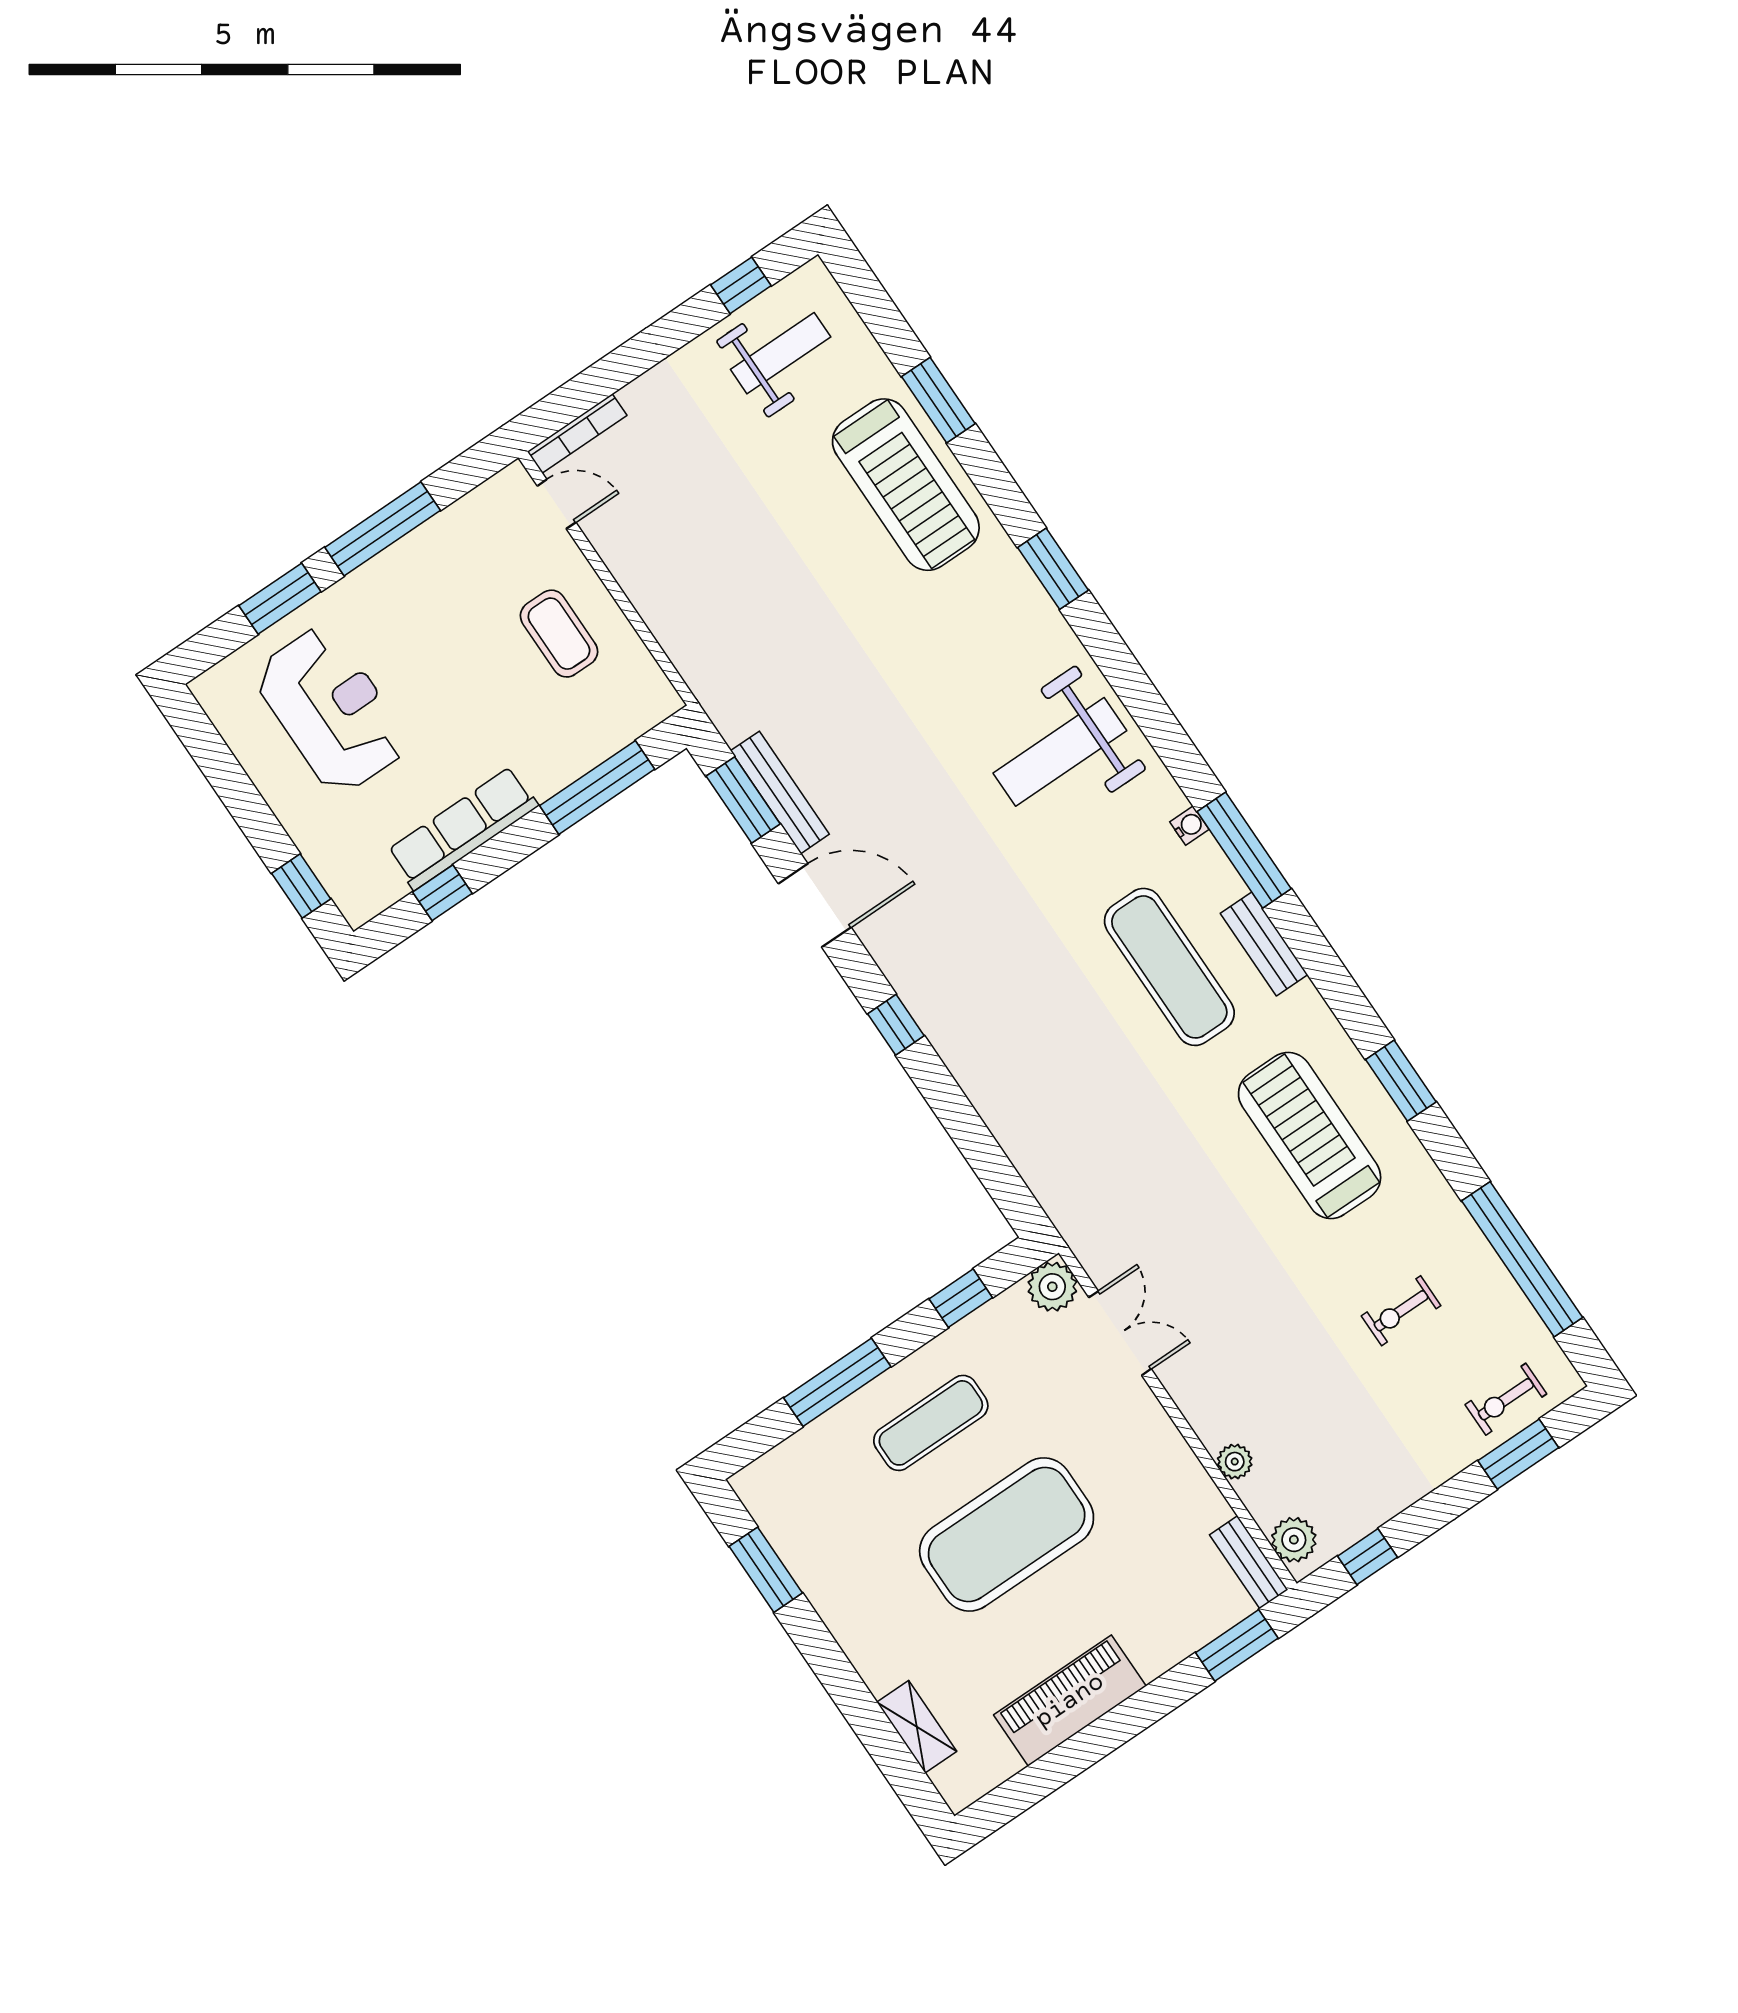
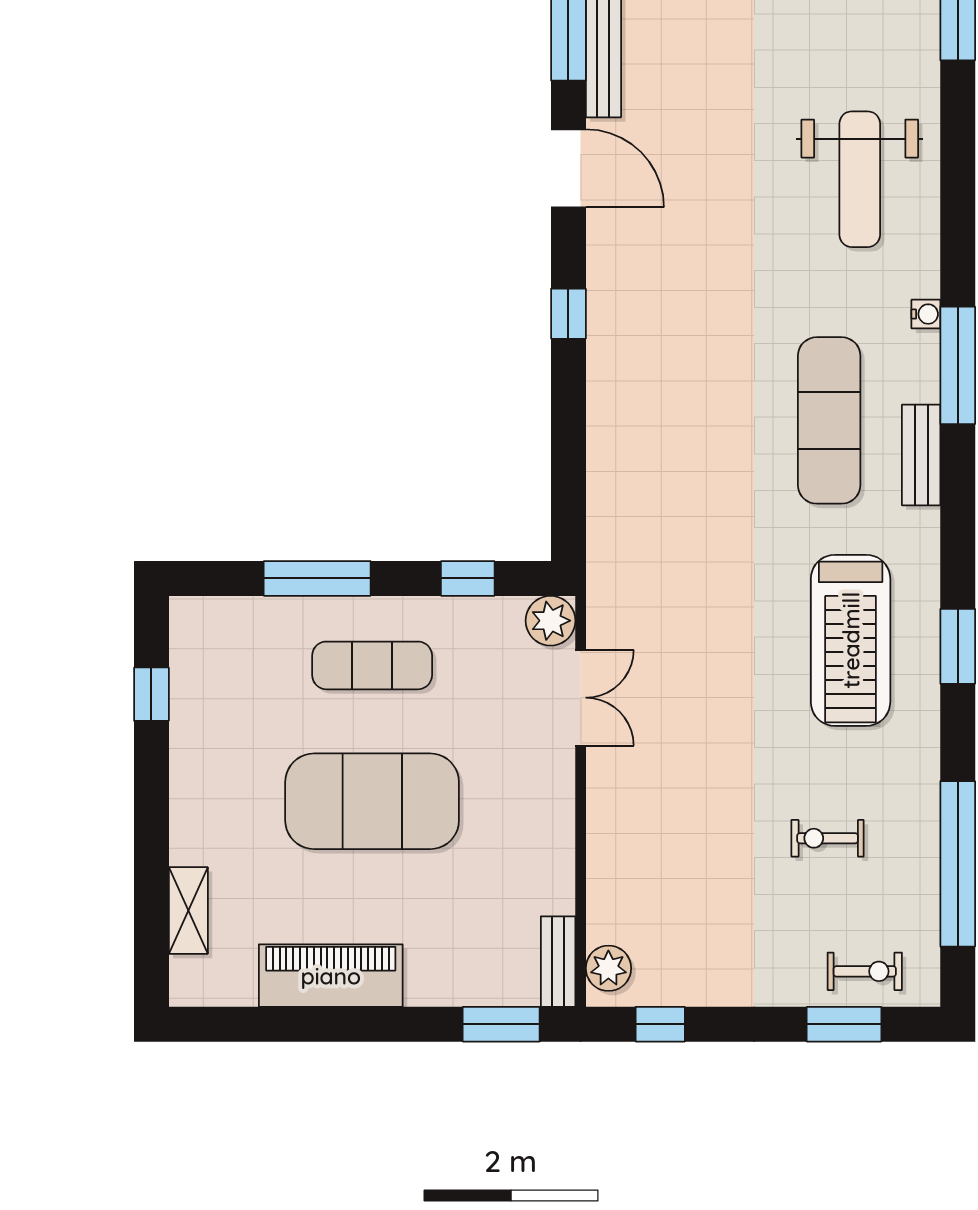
weight bench: (1060, 752) -> (860, 179), turned -90
treadmill: (1310, 1135) -> (851, 640), turned 180
exercise bike: (1506, 1399) -> (865, 971), turned 180
plant: (1235, 1462) -> (603, 870), removed
window: (766, 1570) -> (151, 694), width x0.67

